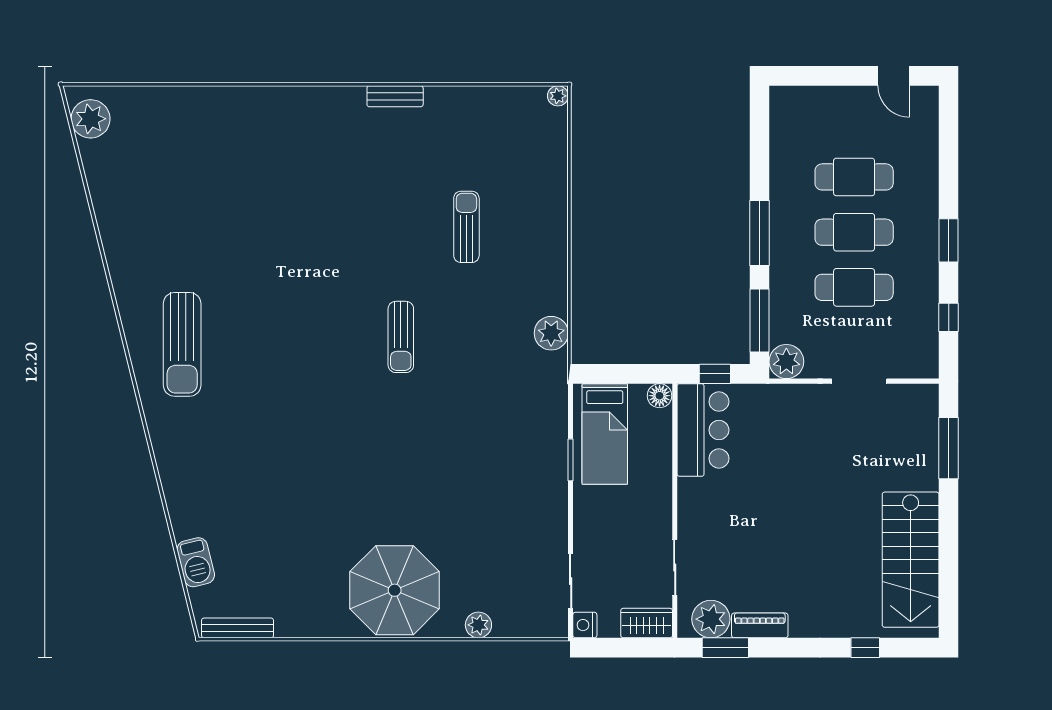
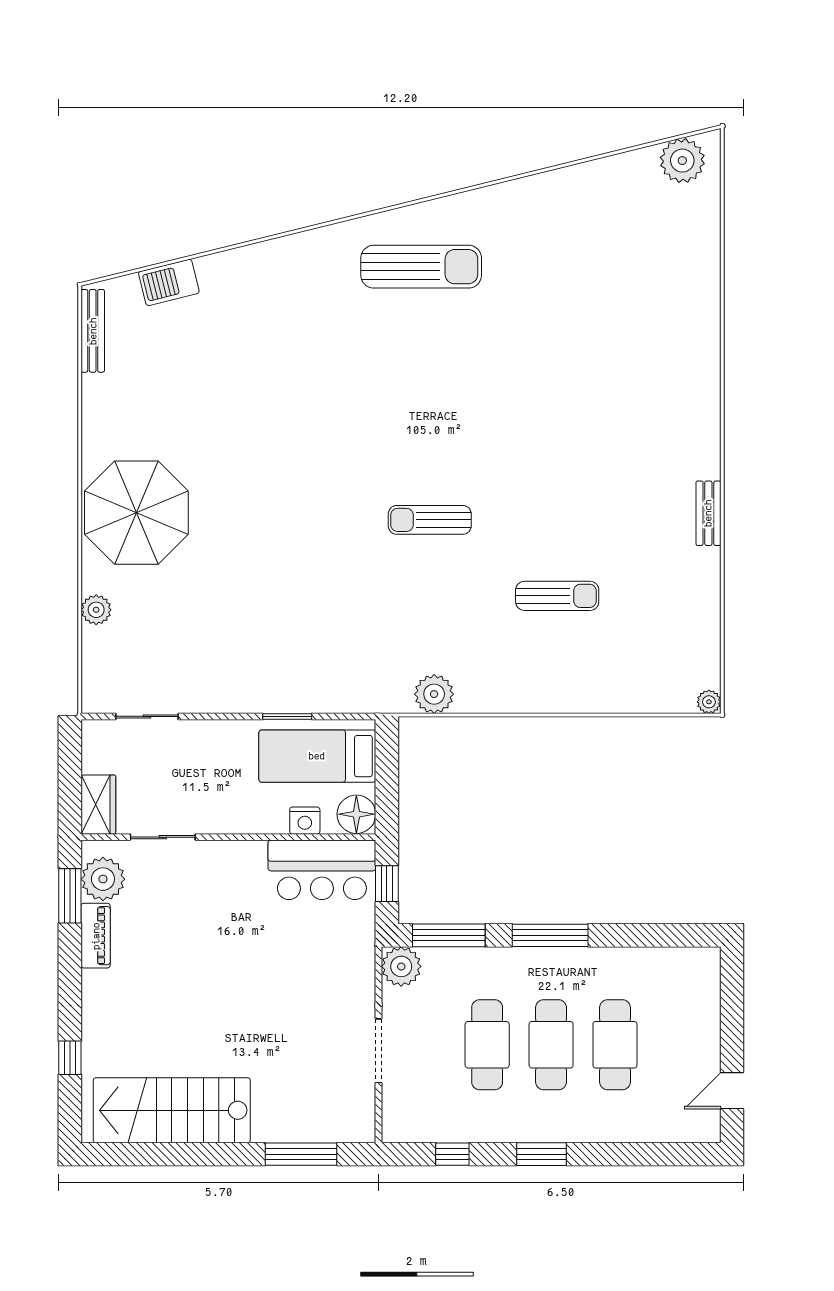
sun lounger: (182, 344) -> (421, 267), turned 180
floor lamp: (660, 396) -> (356, 814), width x1.38, depth x1.38
nightstand: (585, 625) -> (305, 821), moved, turned 180

